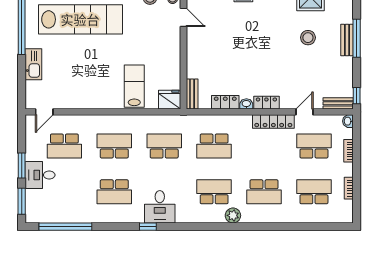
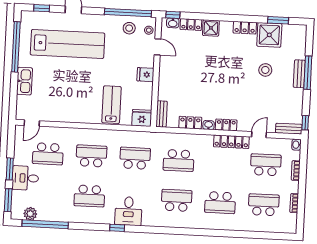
fridge: (171, 50) -> (145, 75), added
plant: (233, 215) -> (30, 214), moved

